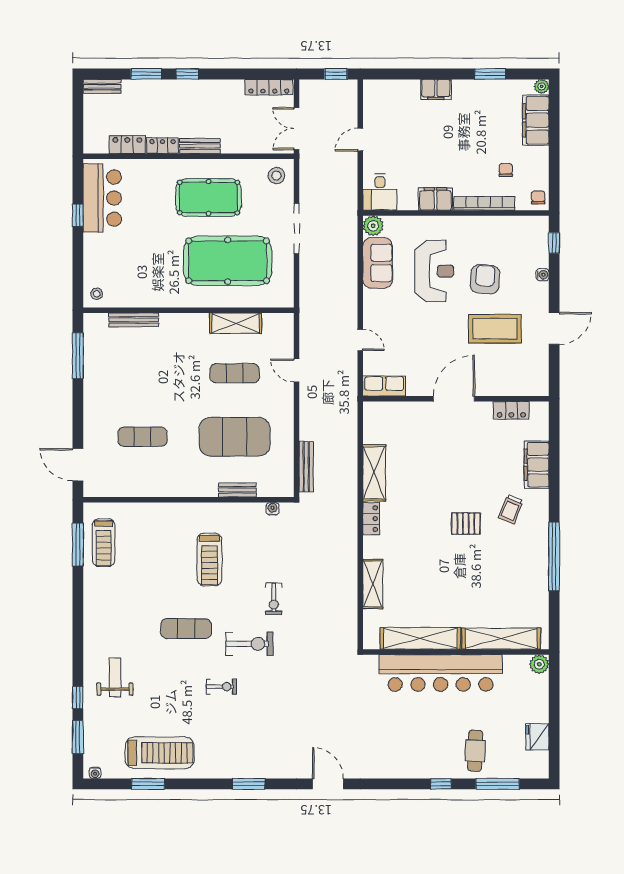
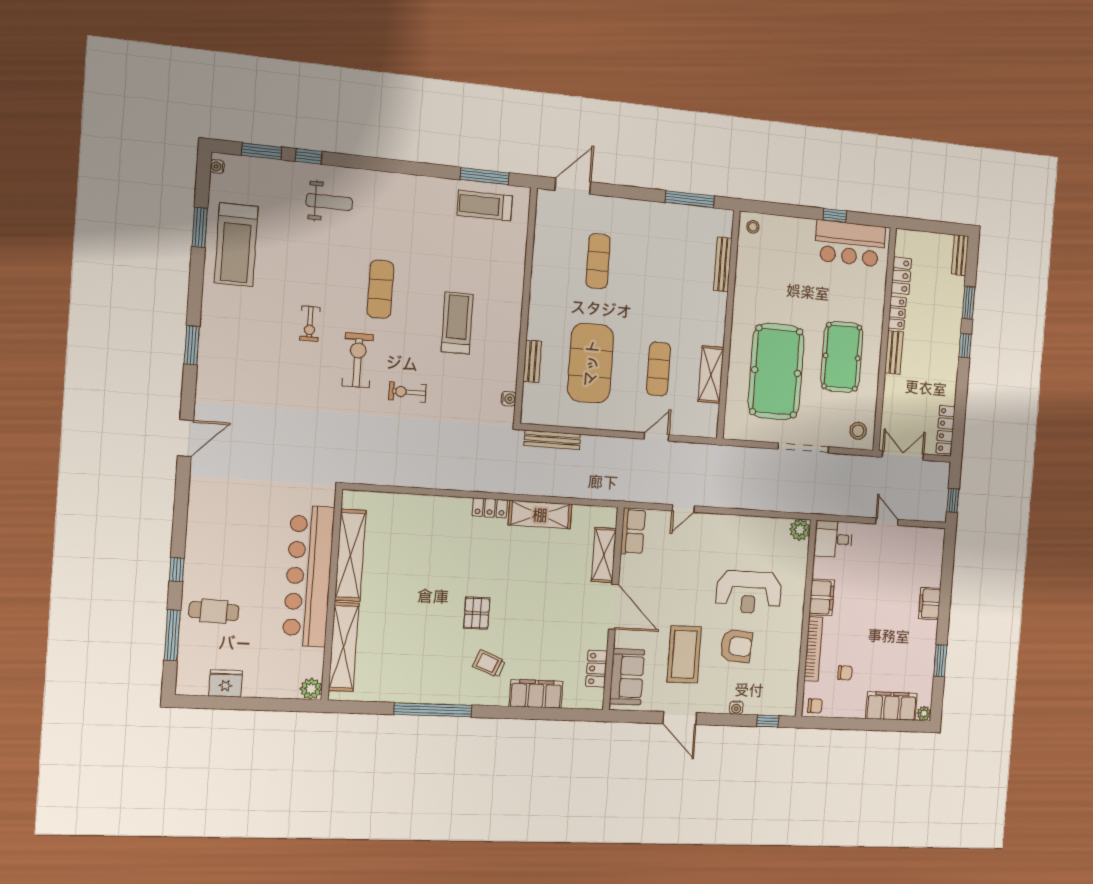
sofa: (378, 263) -> (627, 677), moved, turned -90
treadmill: (209, 559) -> (457, 323), turned 90
shelving: (373, 584) -> (604, 555), moved, turned 90
exercise bike: (249, 644) -> (358, 360), turned 180

